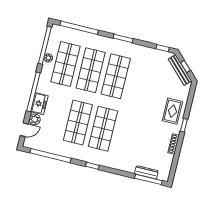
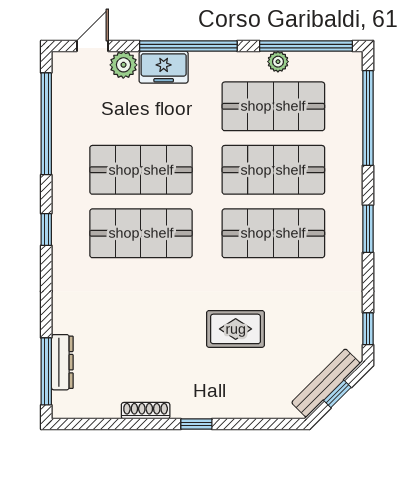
rug: (172, 111) -> (236, 329), moved
door: (24, 130) -> (93, 46), swing flipped

